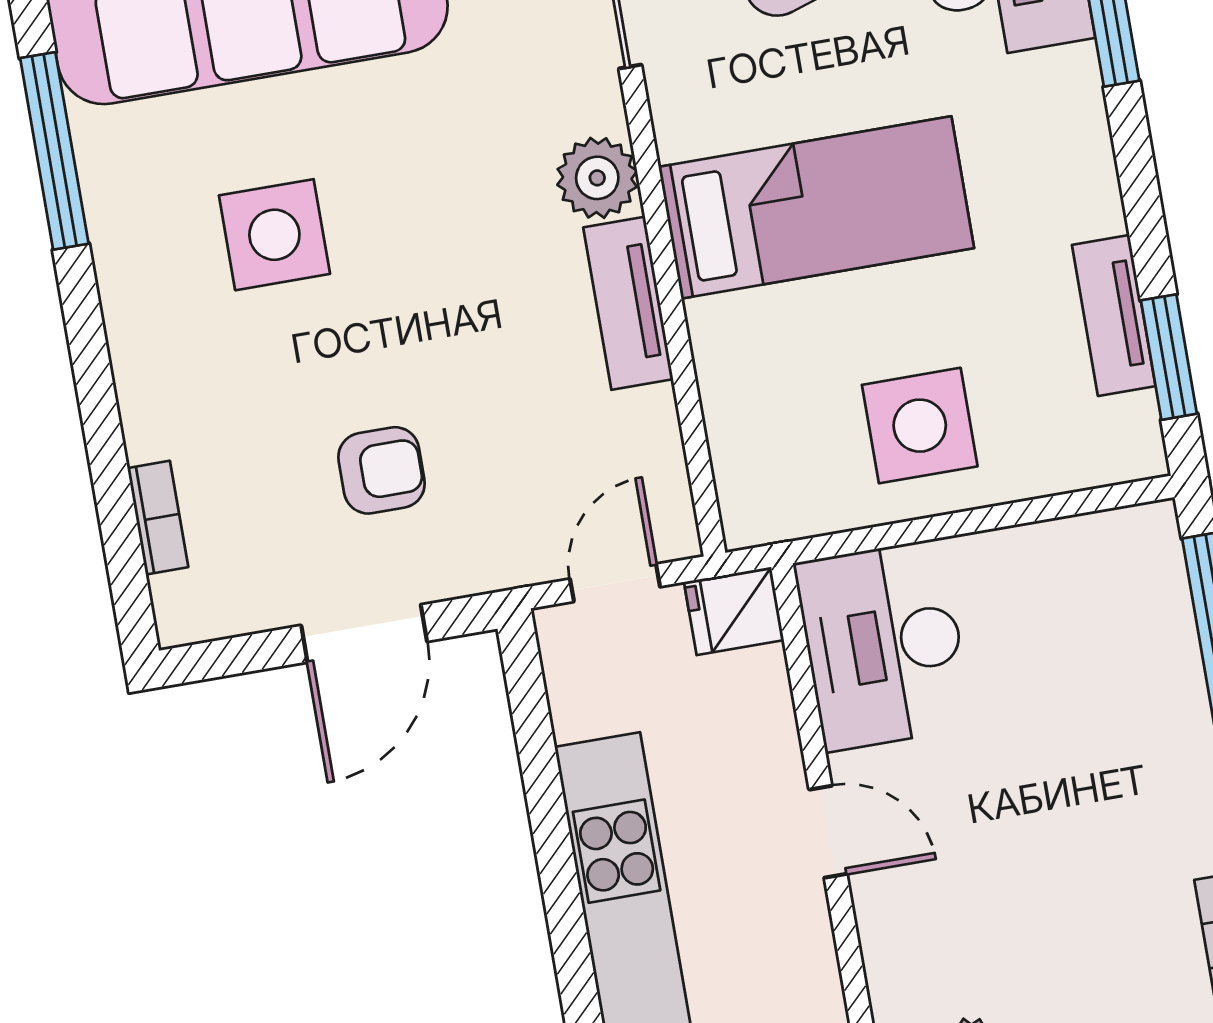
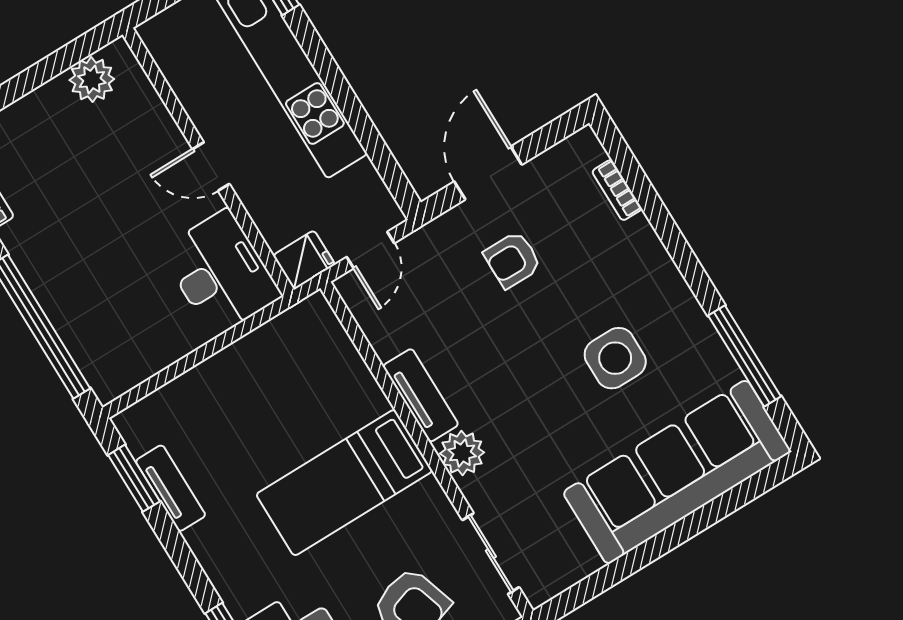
side table: (920, 426) -> (247, 392), removed

